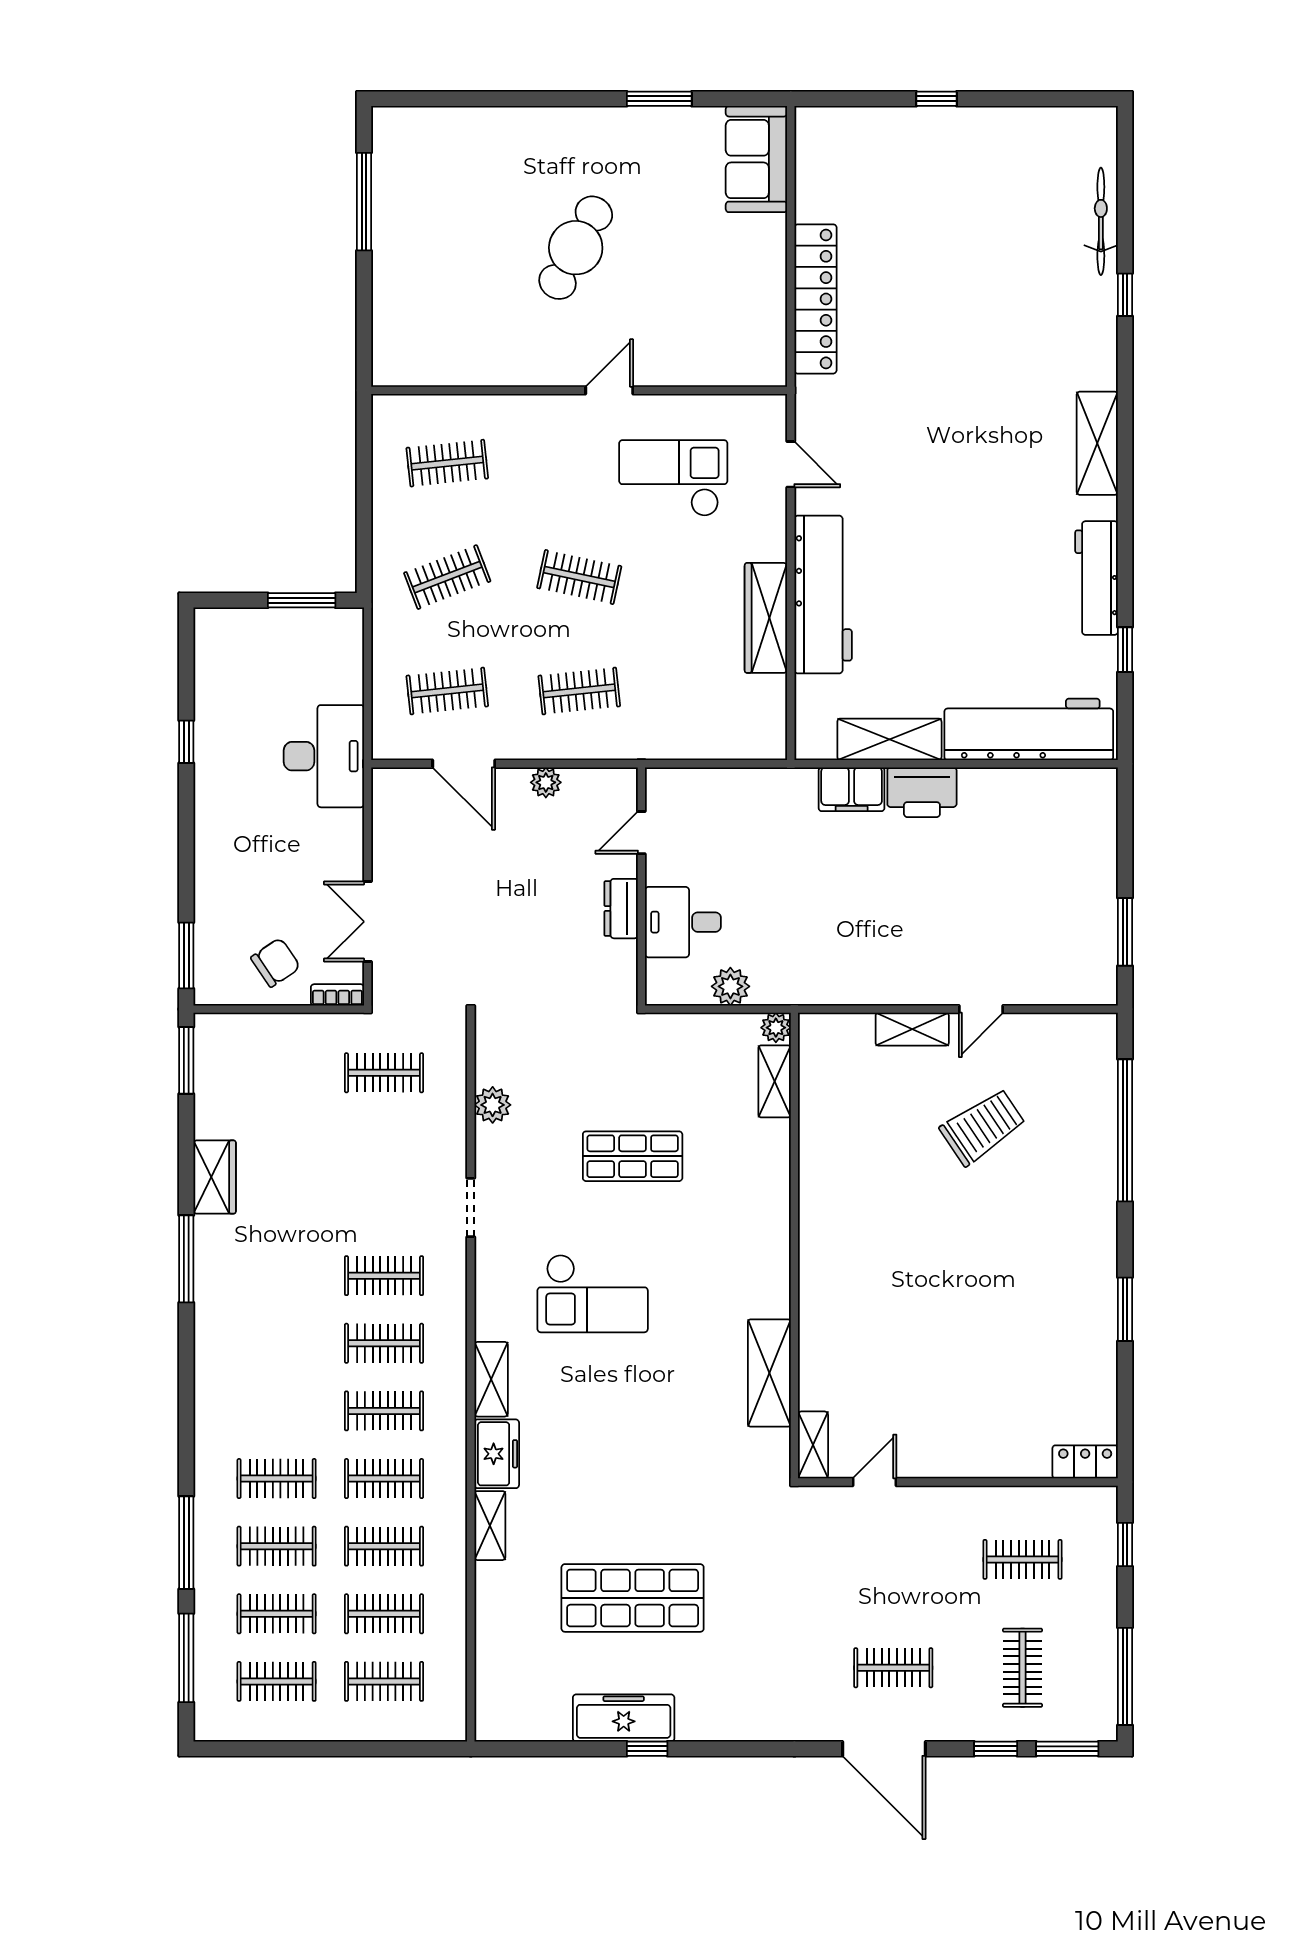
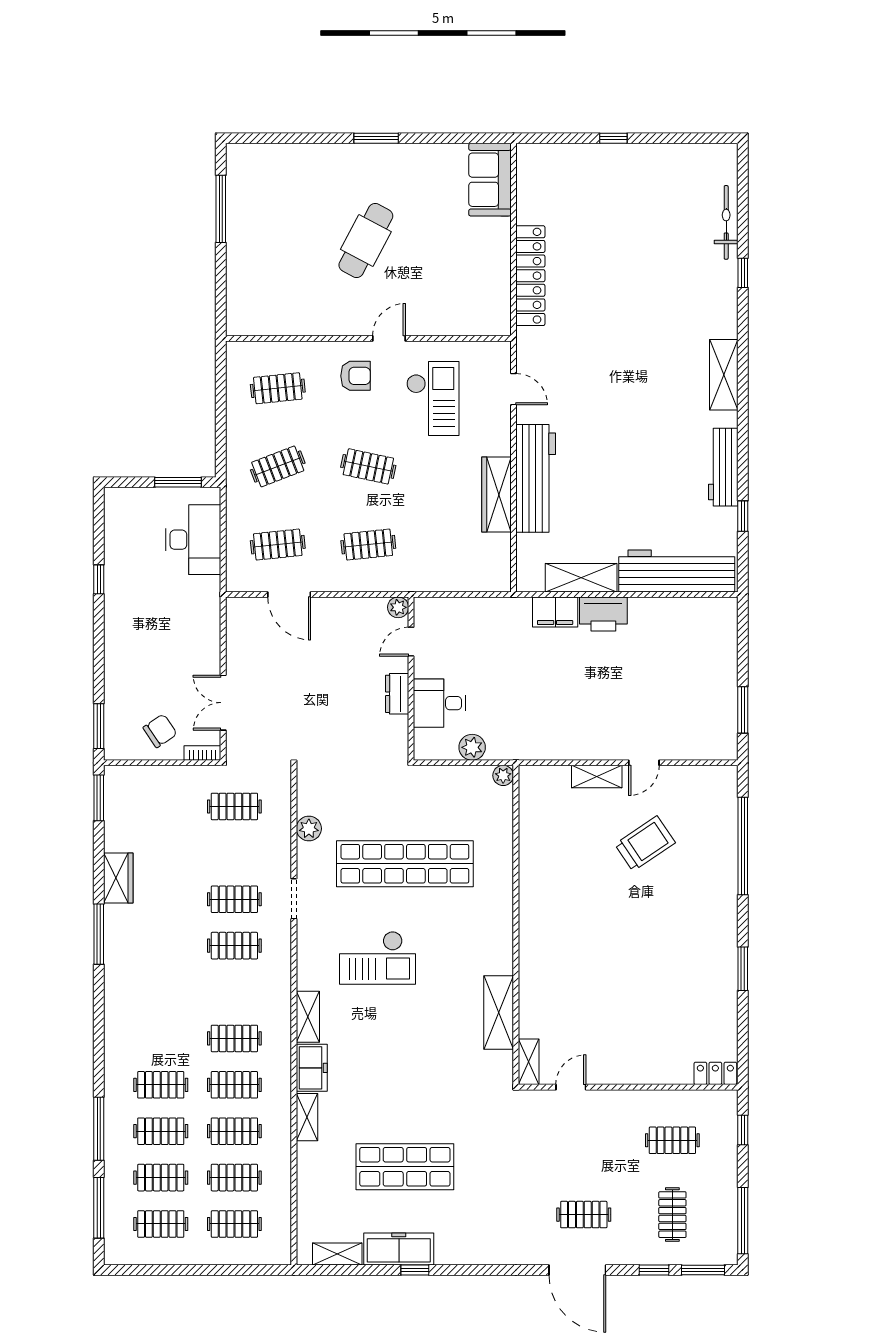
window: (659, 99) -> (376, 138), moved
armchair: (560, 445) -> (355, 376), added
checkout: (673, 478) -> (433, 399), turned 90
desk: (324, 756) -> (193, 540), moved
plant: (546, 782) -> (398, 607), moved
shelving: (775, 1081) -> (337, 1254), moved, turned 90
shop shelf: (633, 1156) -> (405, 864), width x2.00, depth x1.36
clothes rail: (384, 1343) -> (234, 899), moved

